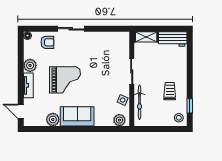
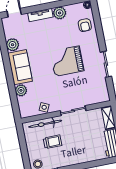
sliding door: (71, 29) -> (106, 64), moved
grand piano: (65, 80) -> (67, 61), moved, turned 90
trolley: (170, 91) -> (53, 142), moved
plant: (119, 120) -> (21, 90), moved

